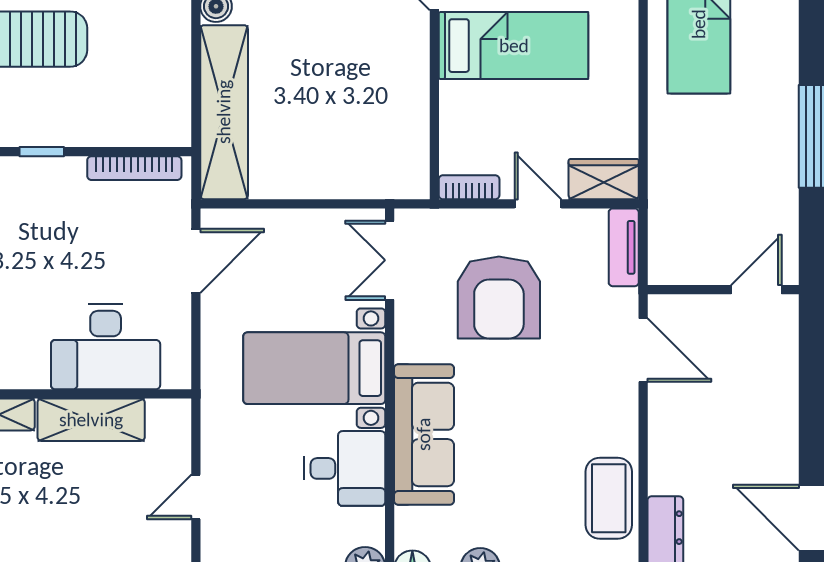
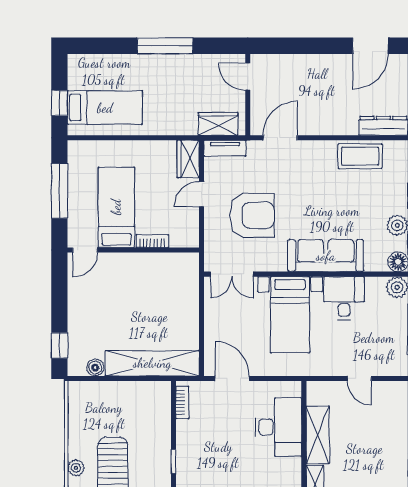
bookcase: (134, 168) -> (182, 402), width x0.64
bookcase: (469, 187) -> (152, 241), moved, turned 90
wardrobe: (669, 234) -> (218, 124), added

